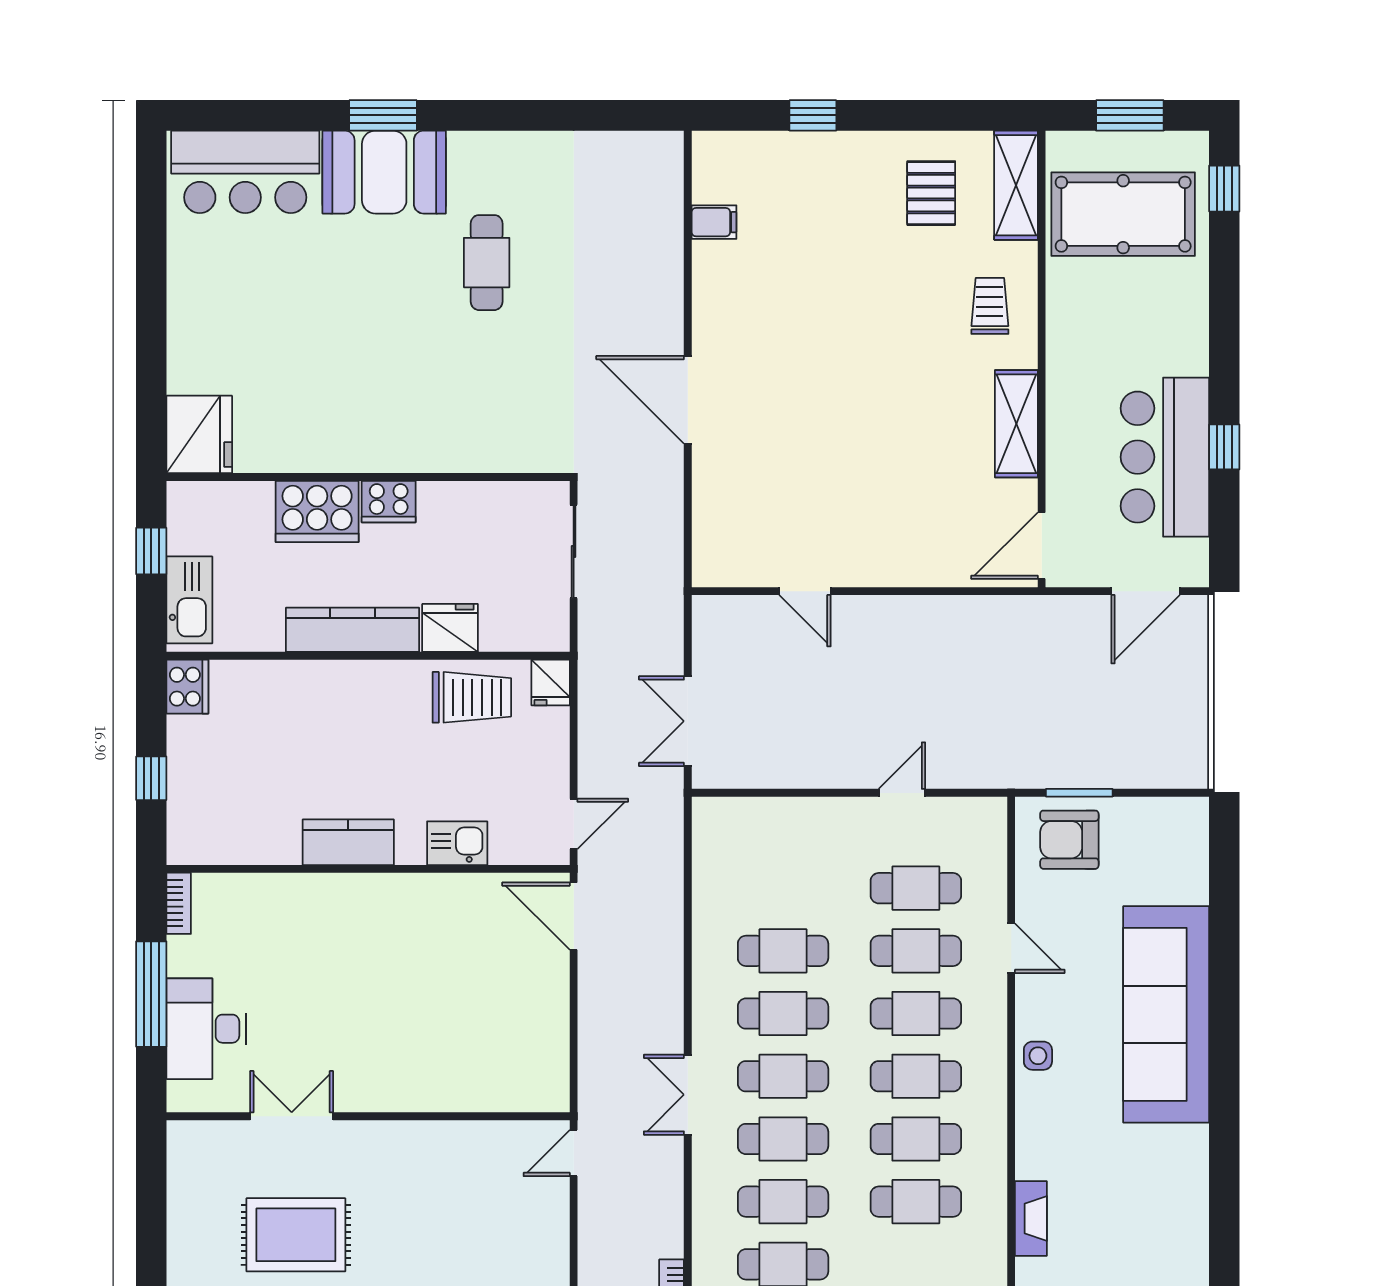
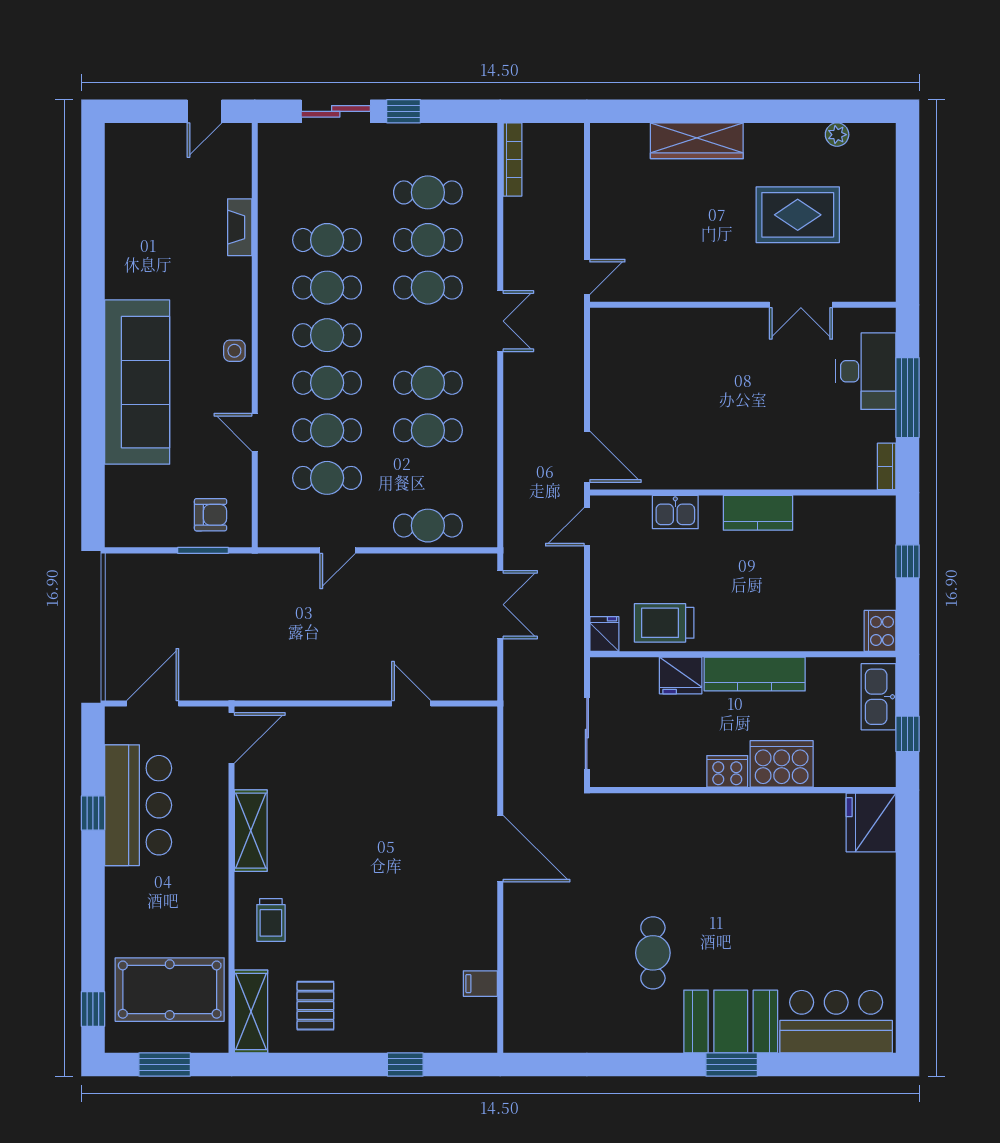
armchair: (1069, 840) -> (211, 515), width x0.72, depth x0.72
cafe table: (783, 1076) -> (428, 526), moved

